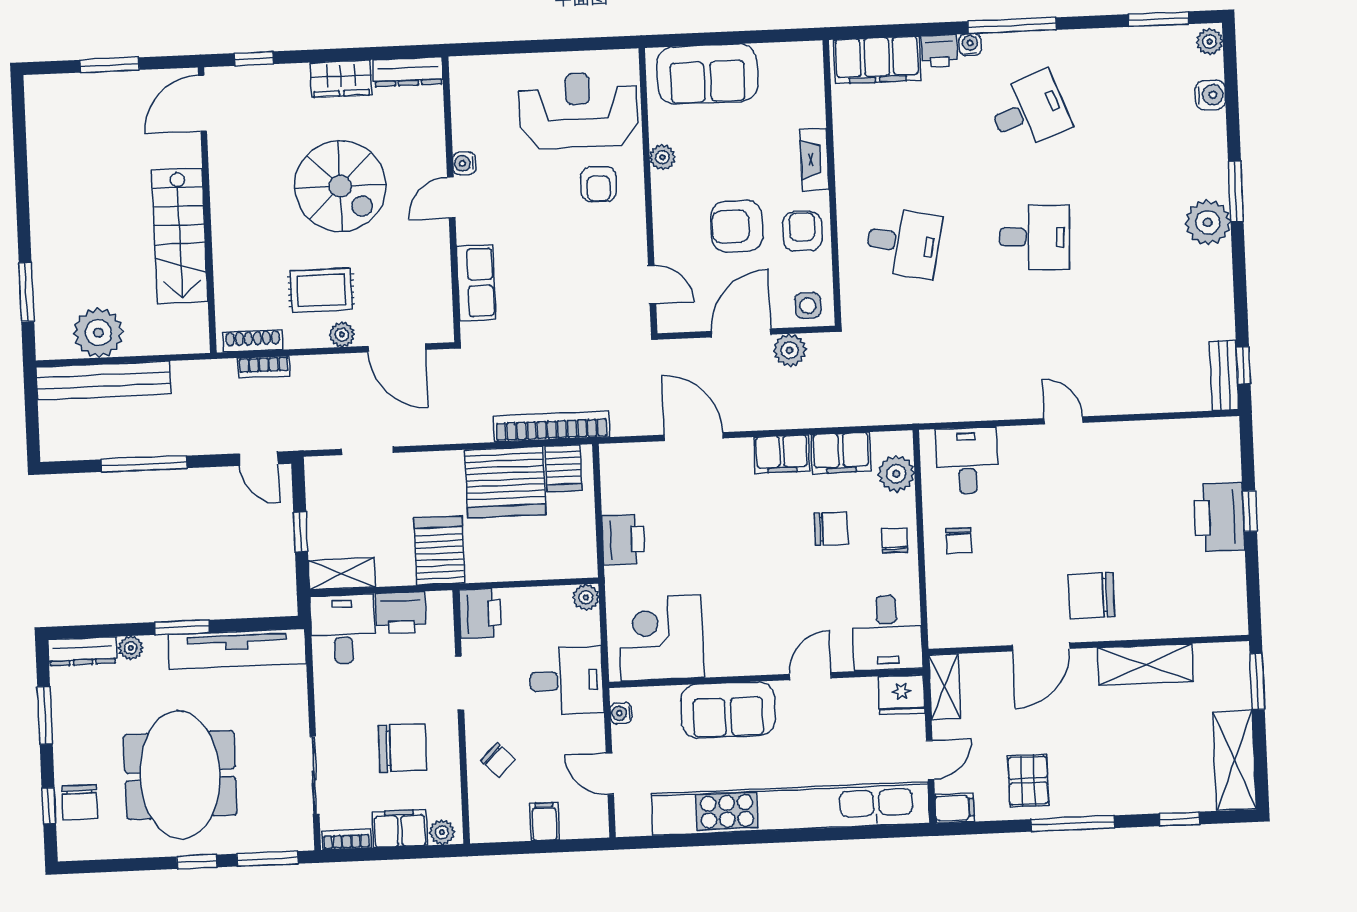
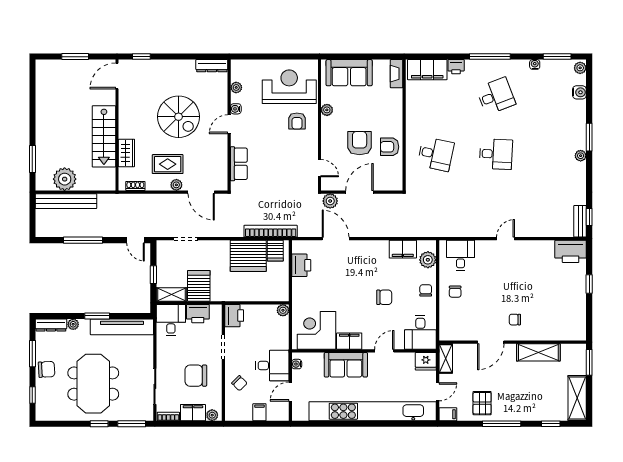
water cooler: (970, 45) -> (535, 64), moved
wardrobe: (341, 79) -> (126, 153), moved, turned -90
plant: (463, 117) -> (236, 87), added
fireplace: (814, 159) -> (397, 74), moved
plant: (1208, 222) -> (581, 156), width x0.53, depth x0.53
armchair: (737, 226) -> (360, 143), turned 90
armchair: (802, 231) -> (390, 147), turned -90
side table: (808, 305) -> (391, 181), removed
shoe rack: (253, 341) -> (135, 186), width x0.70
plant: (790, 350) -> (330, 201), moved
bookcase: (264, 367) -> (140, 198), removed
door: (1064, 420) -> (506, 239), hinge flipped
filing cabinet: (782, 454) -> (349, 341), moved, turned 180
printer: (1219, 517) -> (571, 251), moved, turned -90
chair: (831, 529) -> (384, 297), moved
printer: (623, 540) -> (301, 265), moved
server rack: (439, 551) -> (199, 286), moved
chair: (1091, 596) -> (515, 320), width x0.54, depth x0.54
desk: (566, 680) -> (272, 366), moved
chair: (403, 748) -> (196, 376), turned 180
door: (610, 774) -> (290, 392), hinge flipped
chair: (80, 802) -> (47, 369), moved, turned -93

